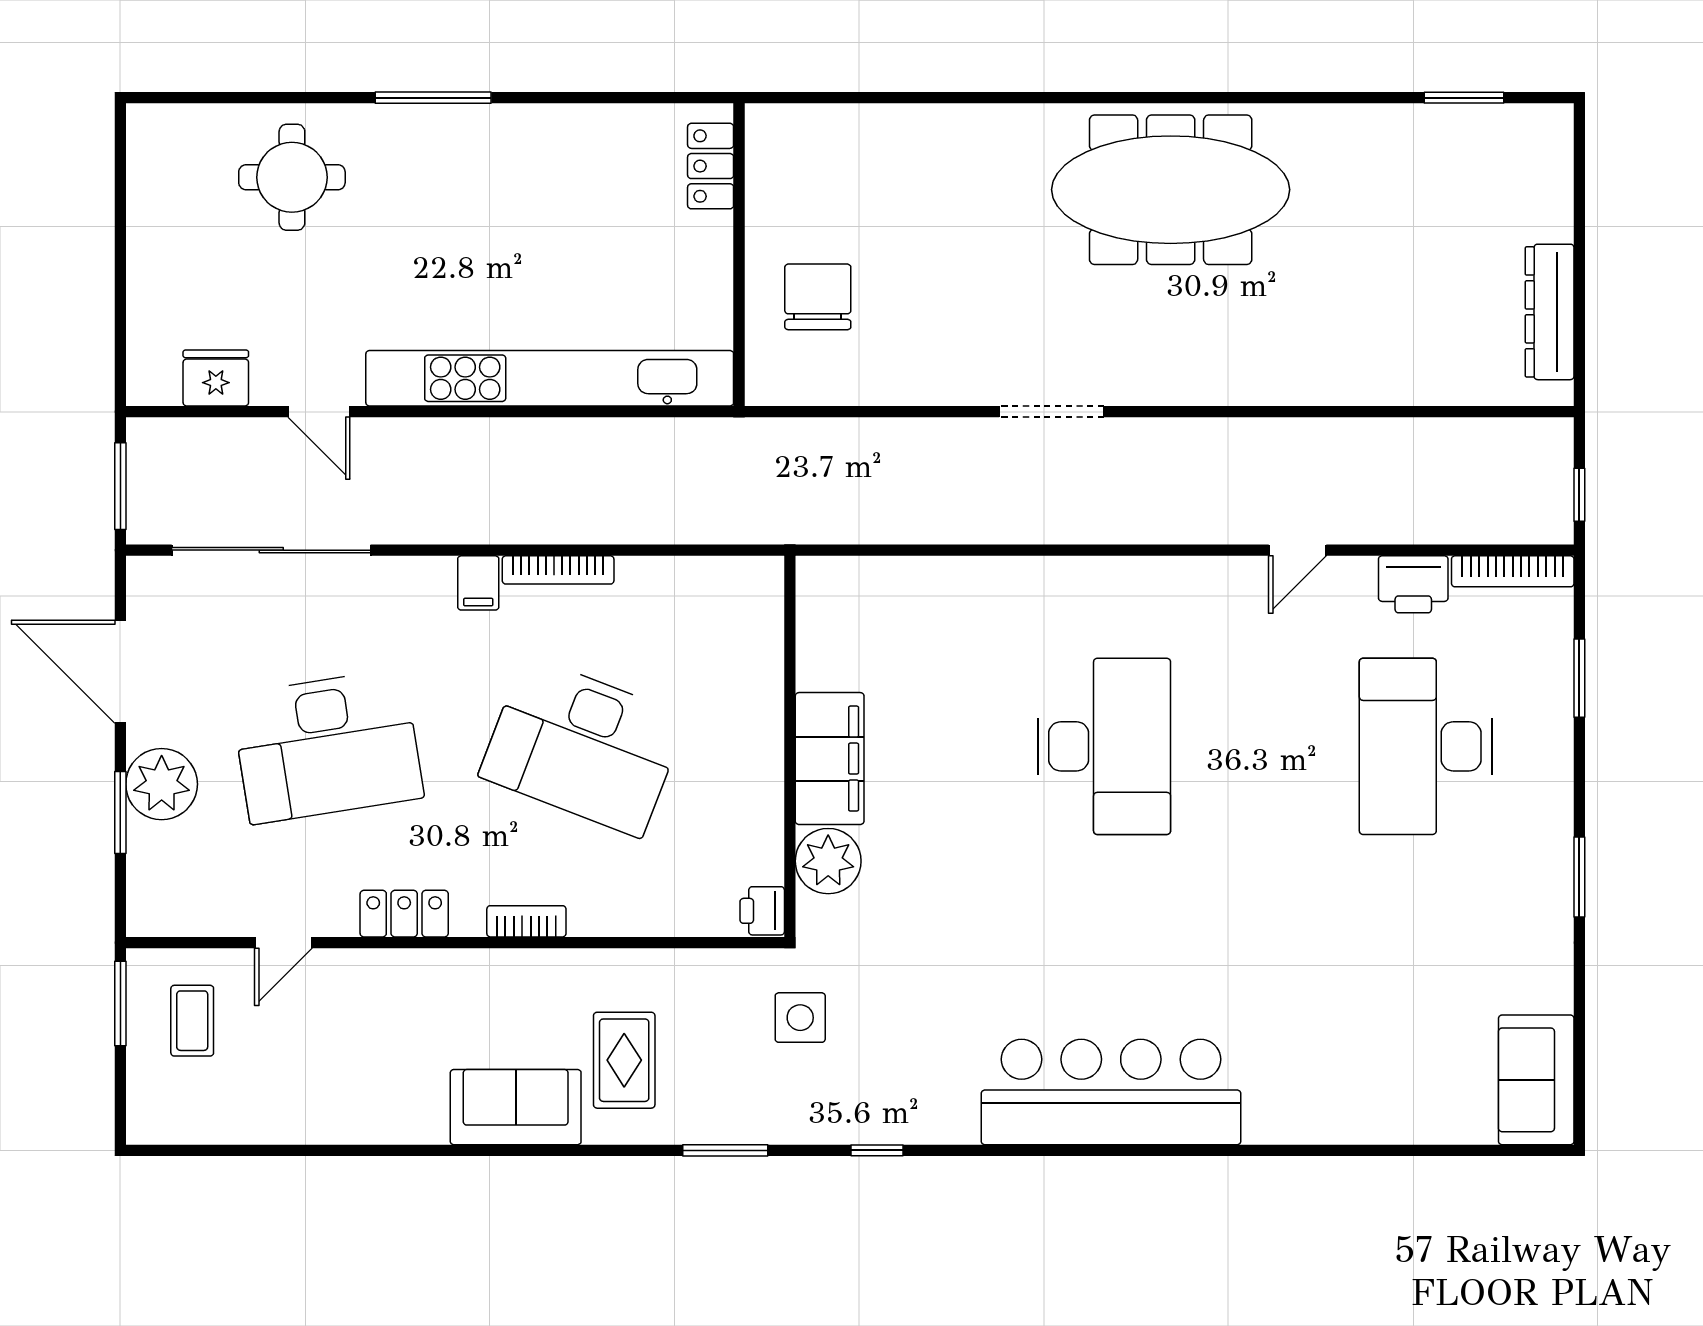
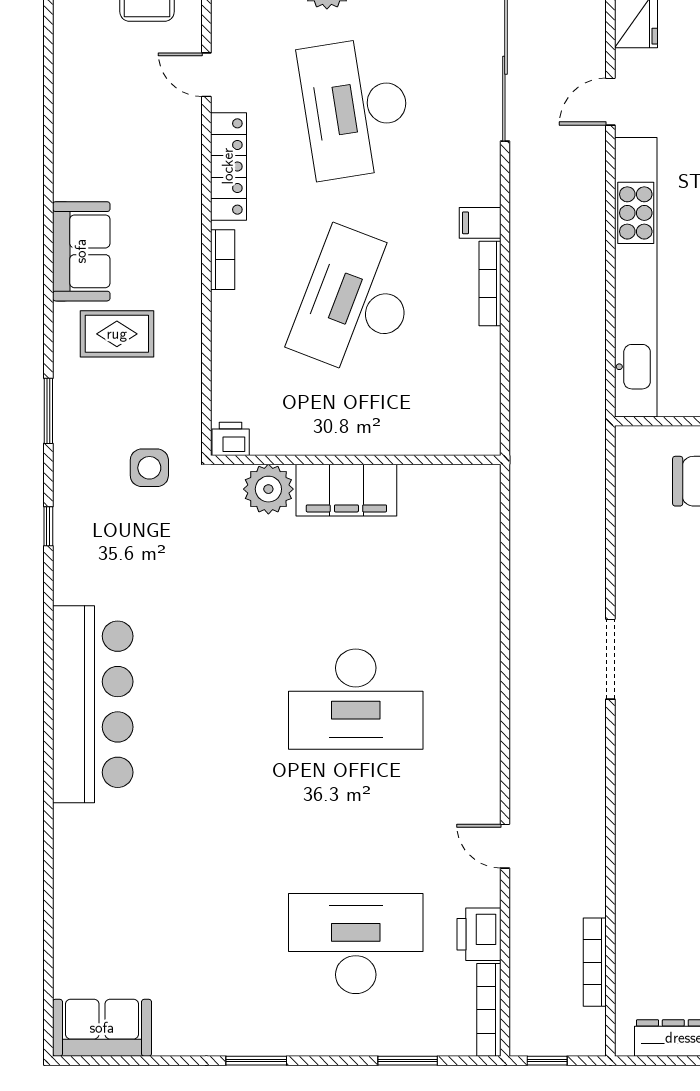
bookcase: (1450, 432) -> (595, 962), added
locker: (404, 914) -> (228, 166), width x1.53

